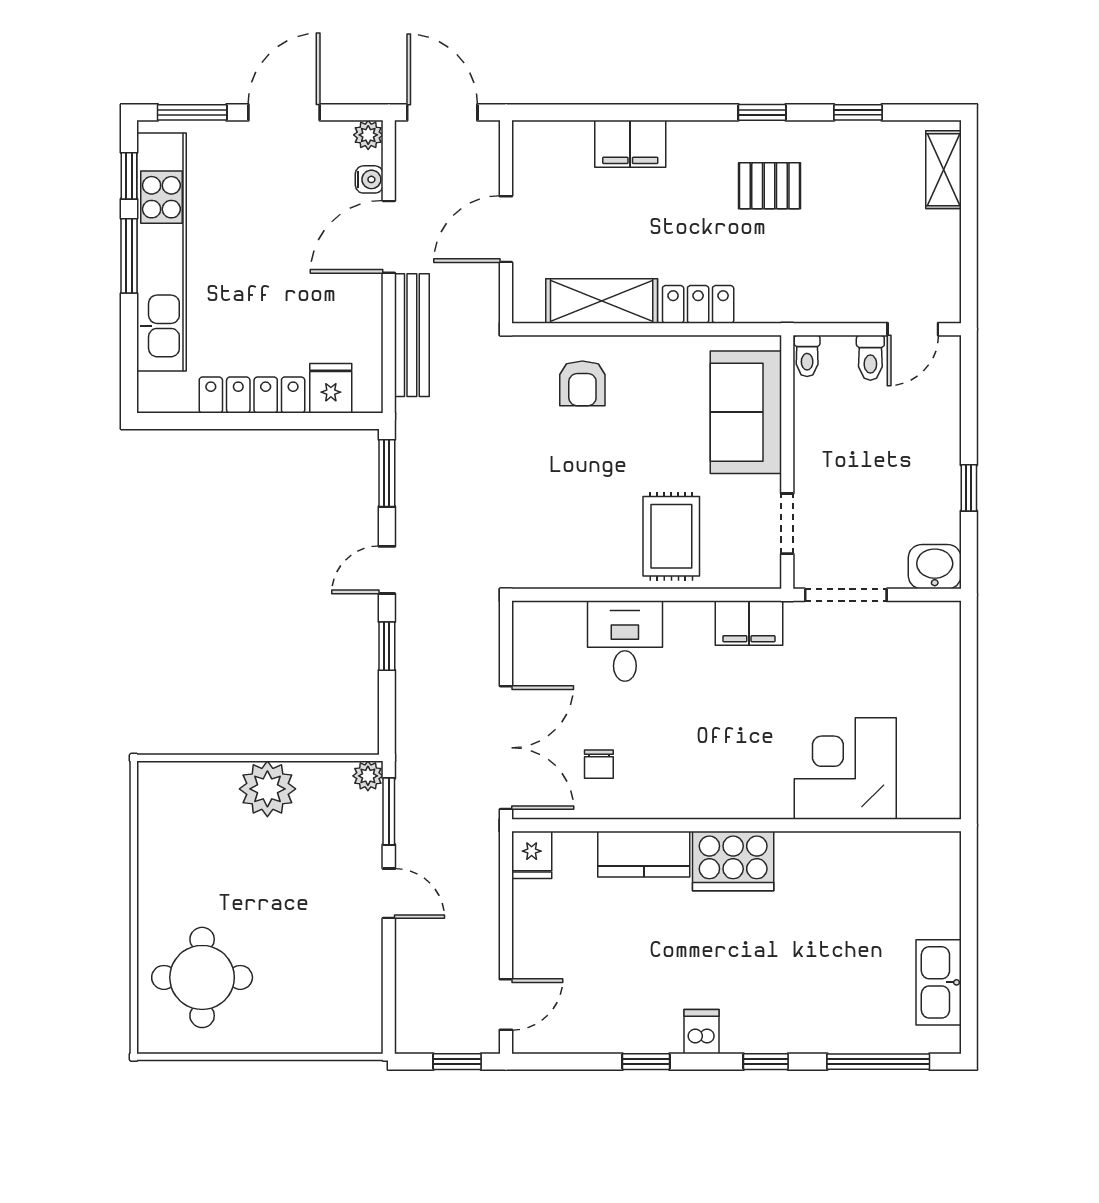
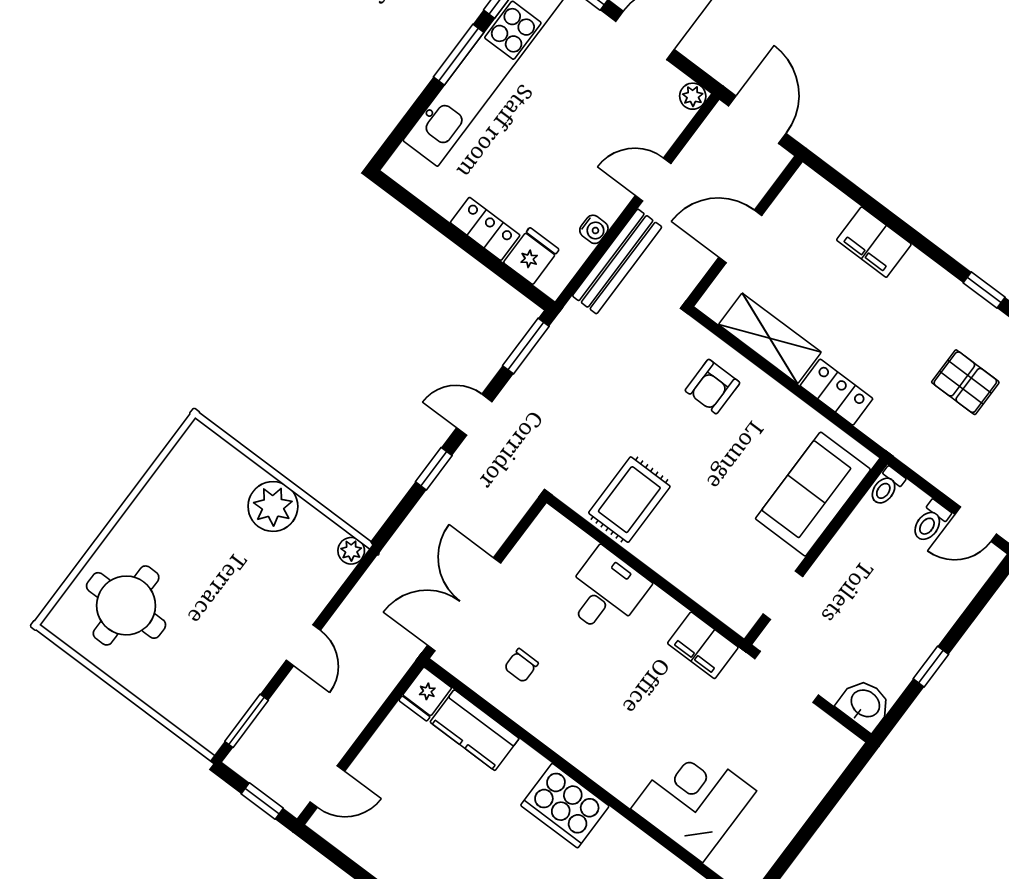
water cooler: (369, 179) -> (594, 229), moved
pallet: (770, 186) -> (965, 382), moved
door: (389, 237) -> (653, 179), width x0.73
locker: (252, 395) -> (485, 229), width x0.66
rug: (671, 536) -> (629, 500), moved
double door: (506, 748) -> (464, 604), swing flipped
window: (389, 811) -> (247, 721), moved
kitchen counter: (644, 854) -> (475, 730), moved

